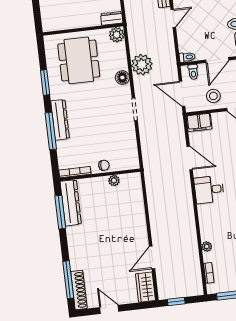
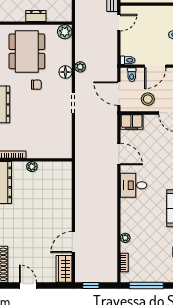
dresser: (112, 18) -> (36, 16), moved
plant: (142, 65) -> (80, 67), width x0.53, depth x0.53
chair: (104, 165) -> (36, 85), moved
plant: (114, 180) -> (32, 167), moved

